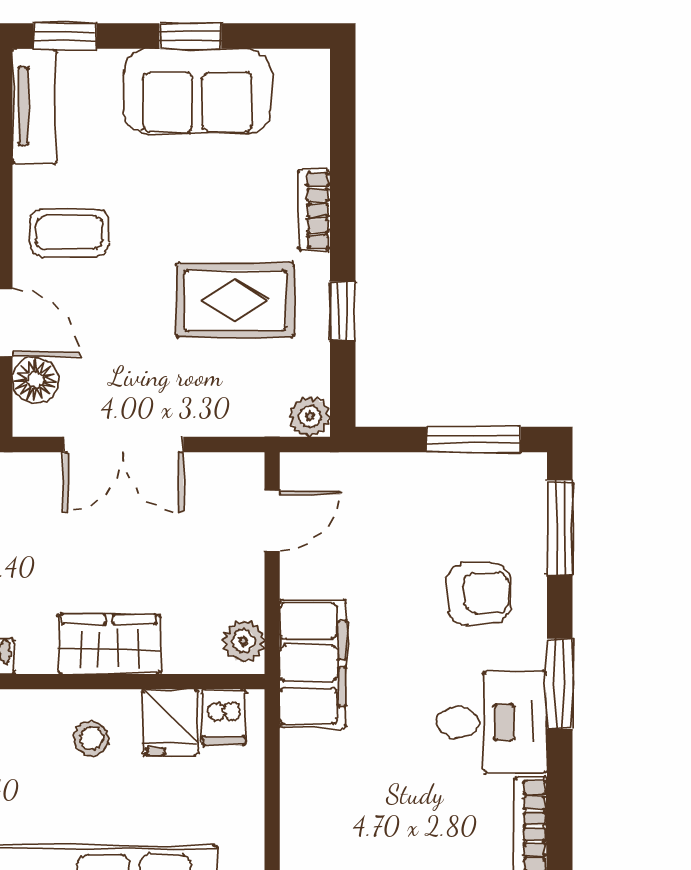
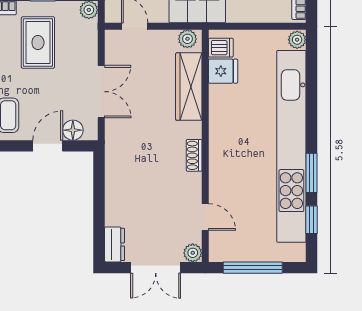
wardrobe: (109, 644) -> (189, 87), width x1.50
stool: (91, 738) -> (230, 106), removed

